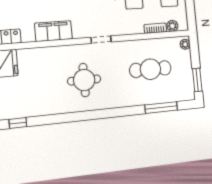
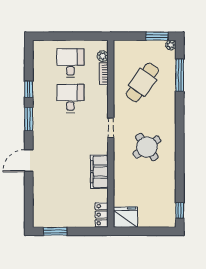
plant: (185, 44) -> (171, 45), moved
cafe table: (150, 69) -> (142, 82), turned 35
round table: (84, 80) -> (147, 147), turned -36

